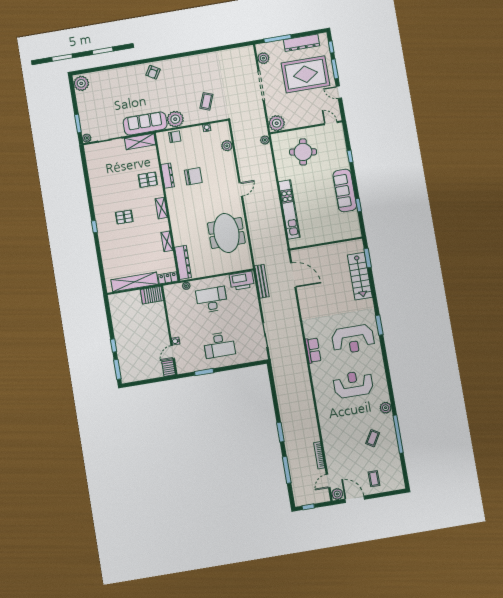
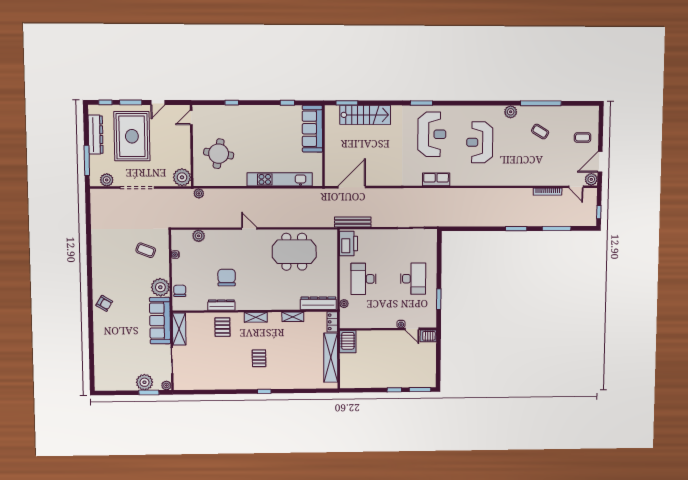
plant: (81, 83) -> (144, 382), moved
sofa: (345, 191) -> (312, 129), moved, turned 90

